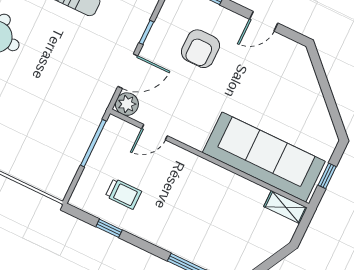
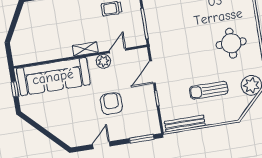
armchair: (200, 49) -> (111, 103), moved
plant: (127, 104) -> (103, 61), moved
shelving: (285, 207) -> (85, 49), moved

